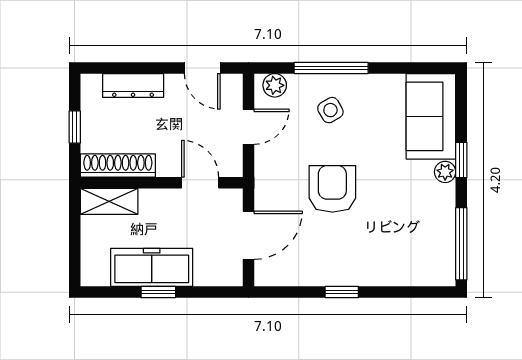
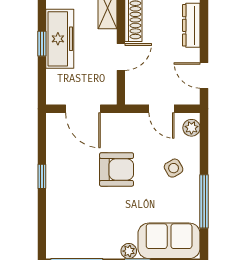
door: (202, 68) -> (204, 75), hinge flipped
window: (331, 68) -> (204, 201), moved
door: (200, 183) -> (121, 57), moved

